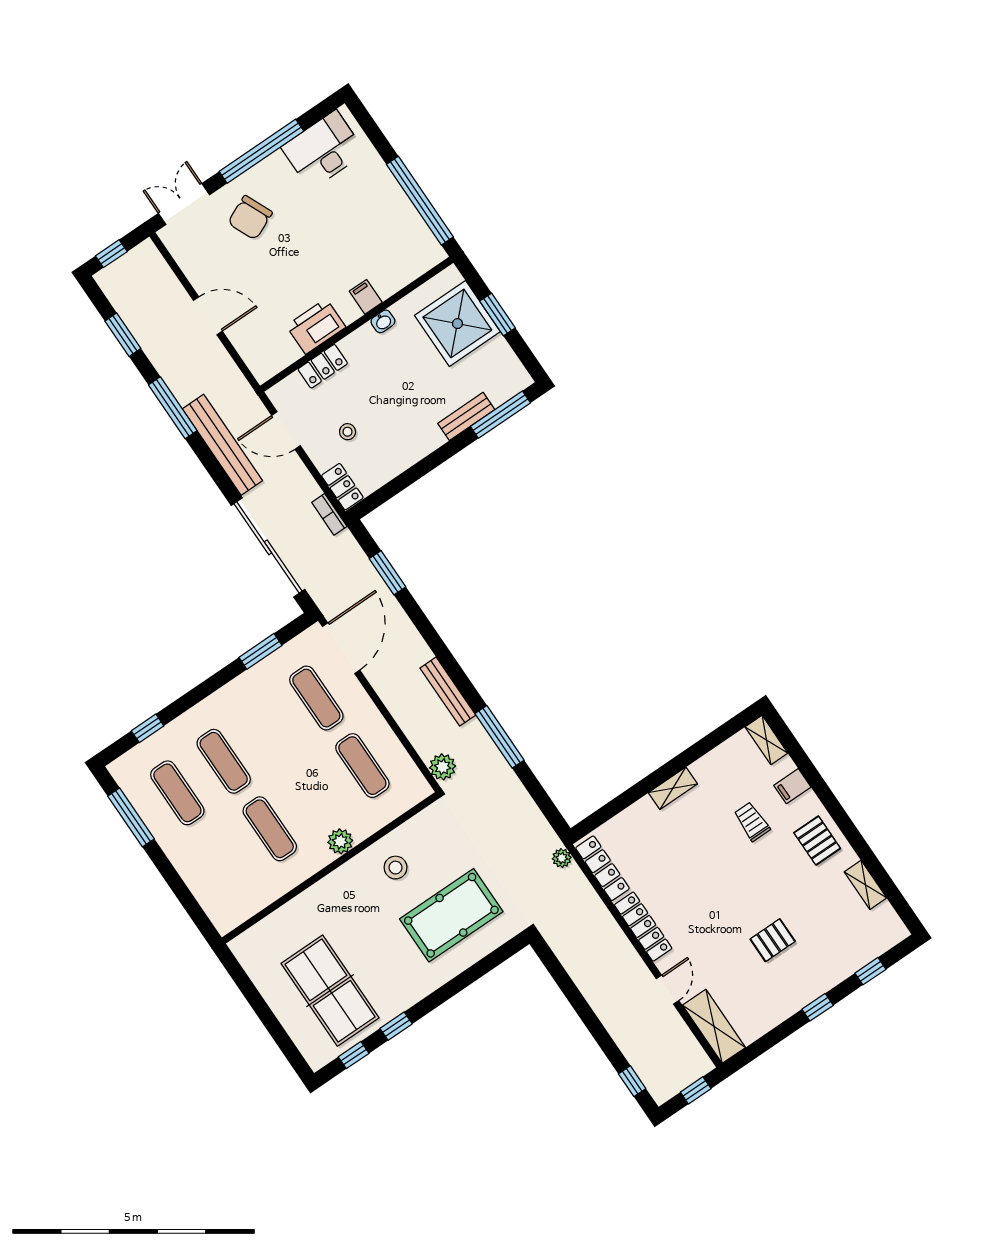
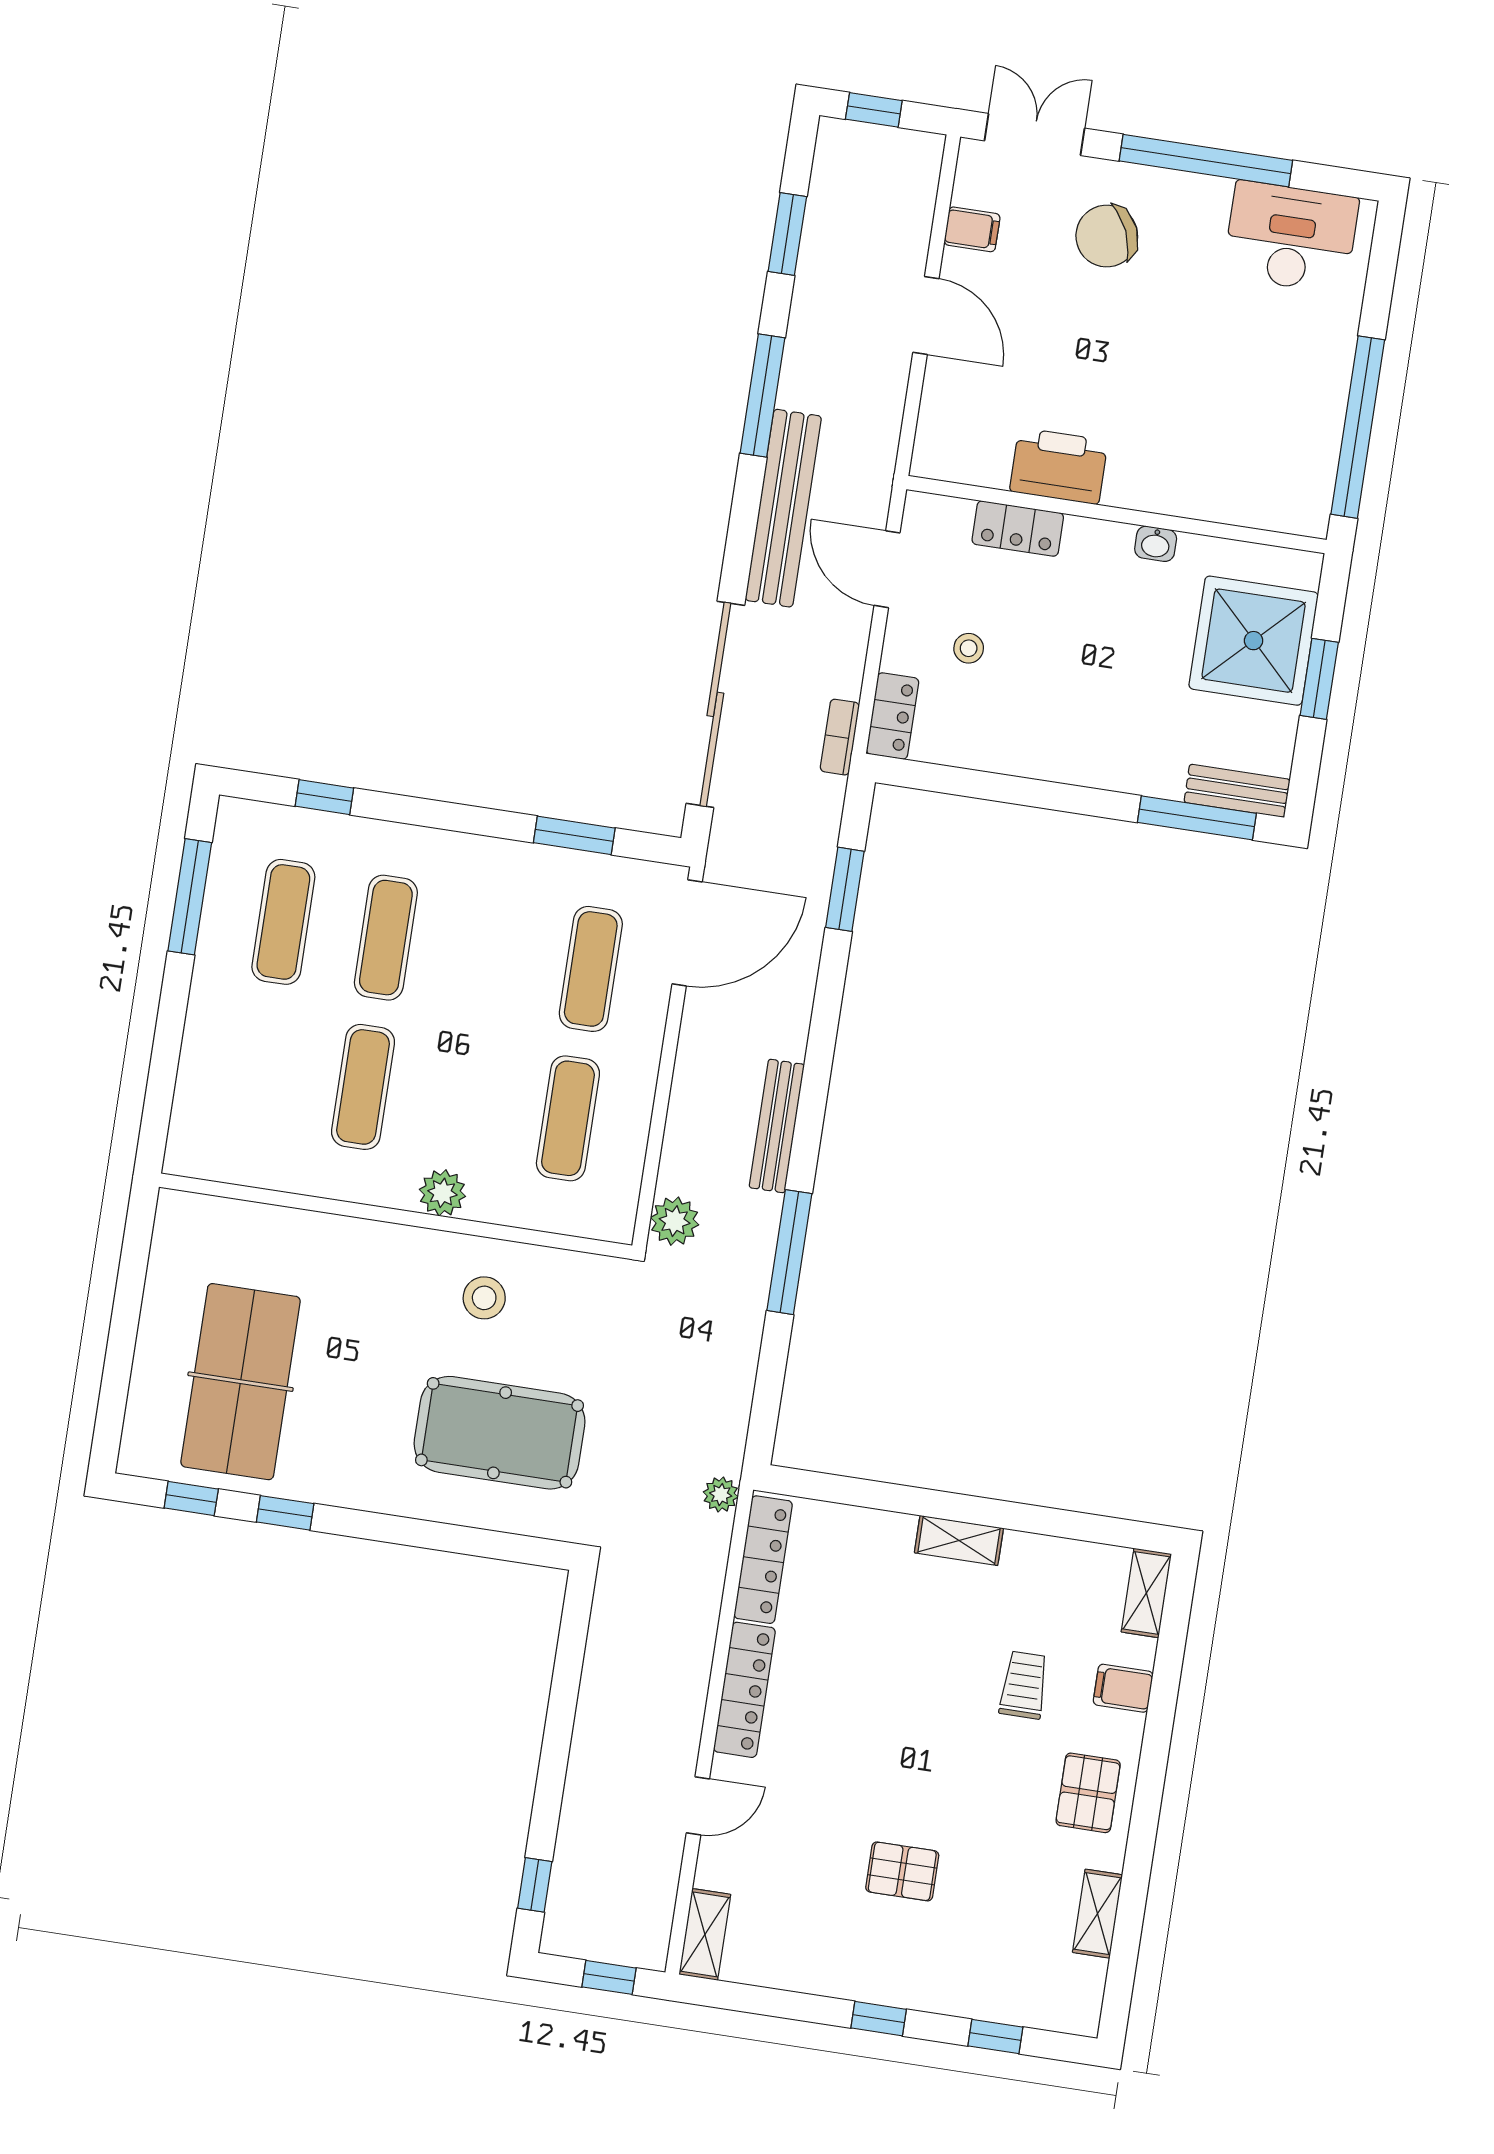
filing cabinet: (366, 297) -> (972, 229), moved, turned 90
bench: (466, 416) -> (1237, 791), moved
shelving: (714, 1026) -> (705, 1934), width x0.67, depth x0.75

